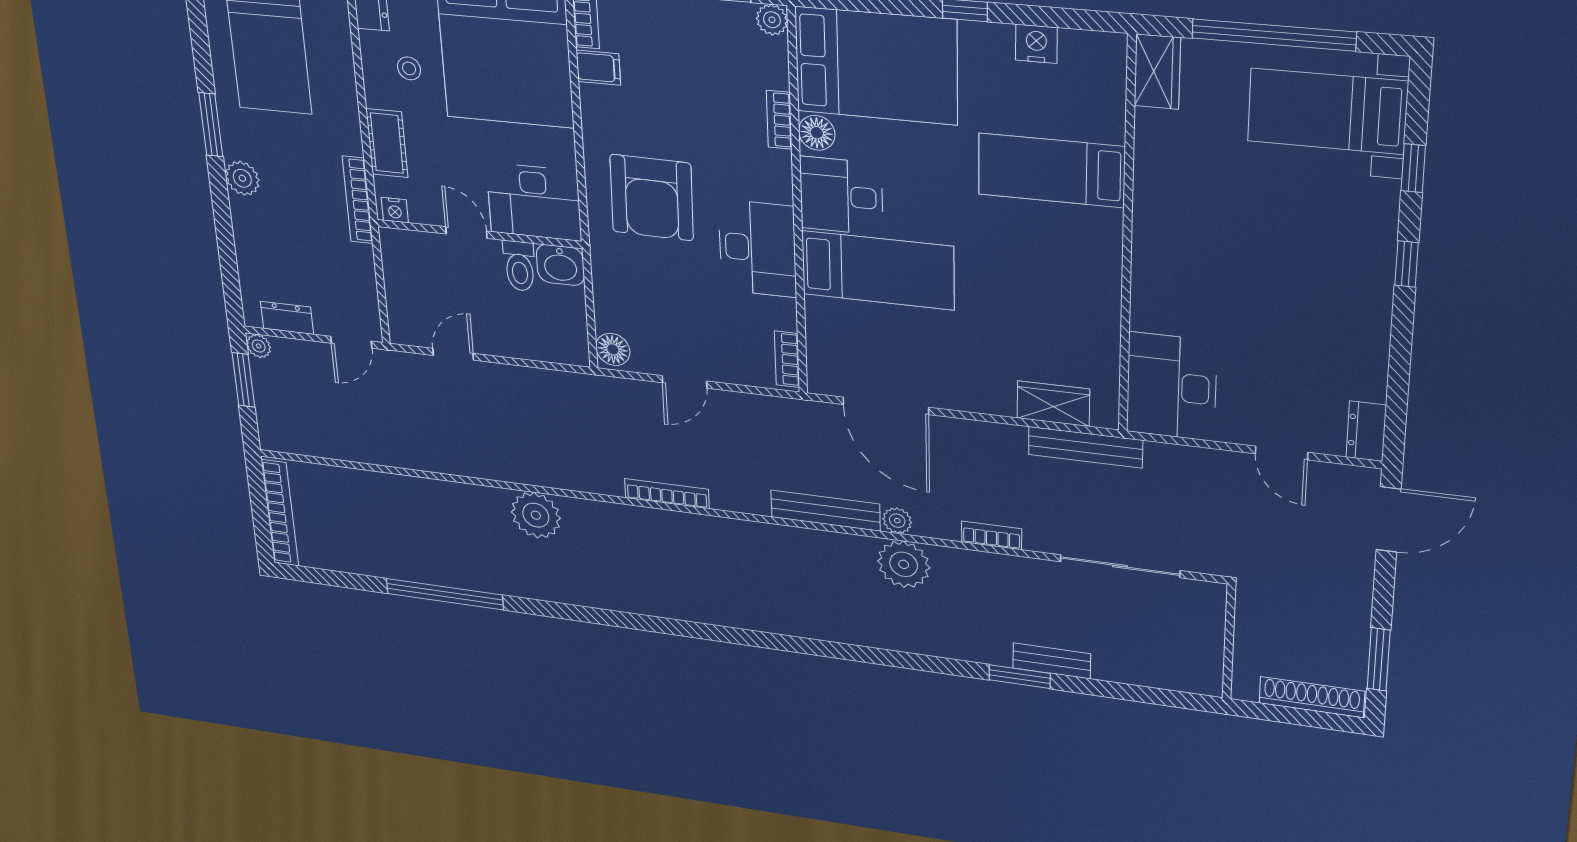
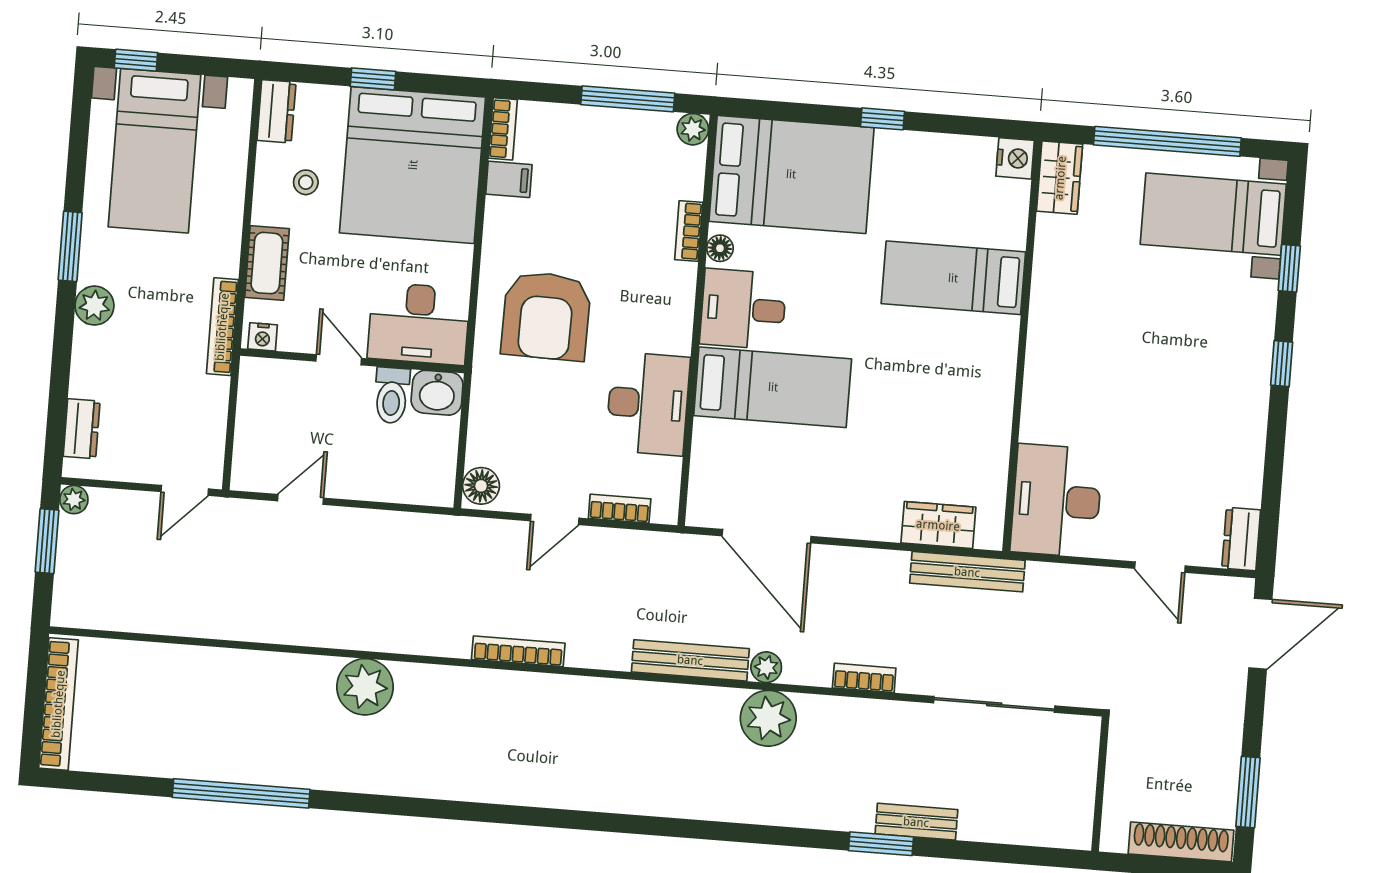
nightstand: (1036, 44) -> (1015, 158), moved, turned 90
floor lamp: (817, 133) -> (720, 248), width x0.73, depth x0.73
desk: (757, 248) -> (648, 404), moved
dresser: (287, 318) -> (82, 429), moved, turned 90
bookcase: (787, 359) -> (620, 509), moved, turned 90

